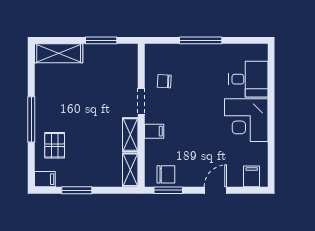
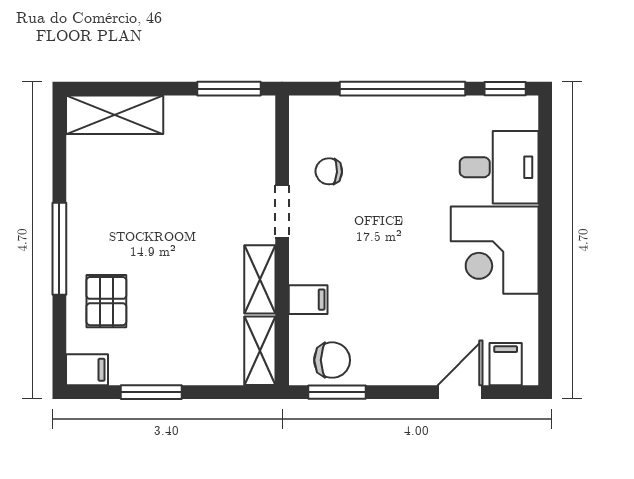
window: (101, 40) -> (229, 89), moved
window: (201, 40) -> (402, 89), width x1.46
window: (251, 40) -> (505, 89), added
filing cabinet: (154, 131) -> (308, 300), moved
door: (215, 190) -> (460, 392), moved

